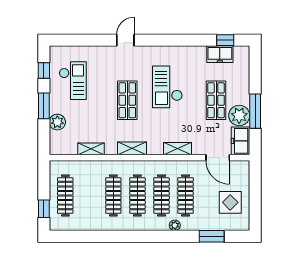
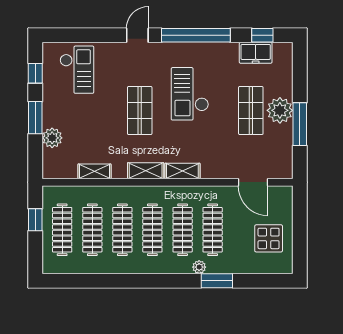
window: (172, 40) -> (196, 35), added
checkout: (73, 81) -> (77, 70), moved
plant: (239, 116) -> (280, 110), moved
freezer: (241, 141) -> (281, 161), removed
shelving: (178, 149) -> (182, 171), moved
clothes rail: (89, 196) -> (92, 230), added
window: (44, 209) -> (35, 220), moved
window: (212, 236) -> (217, 281), moved

